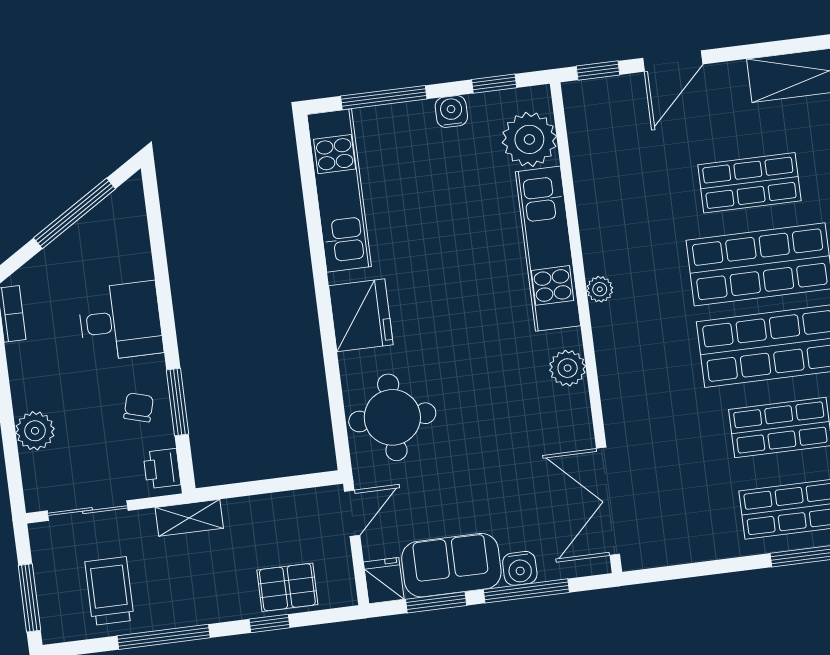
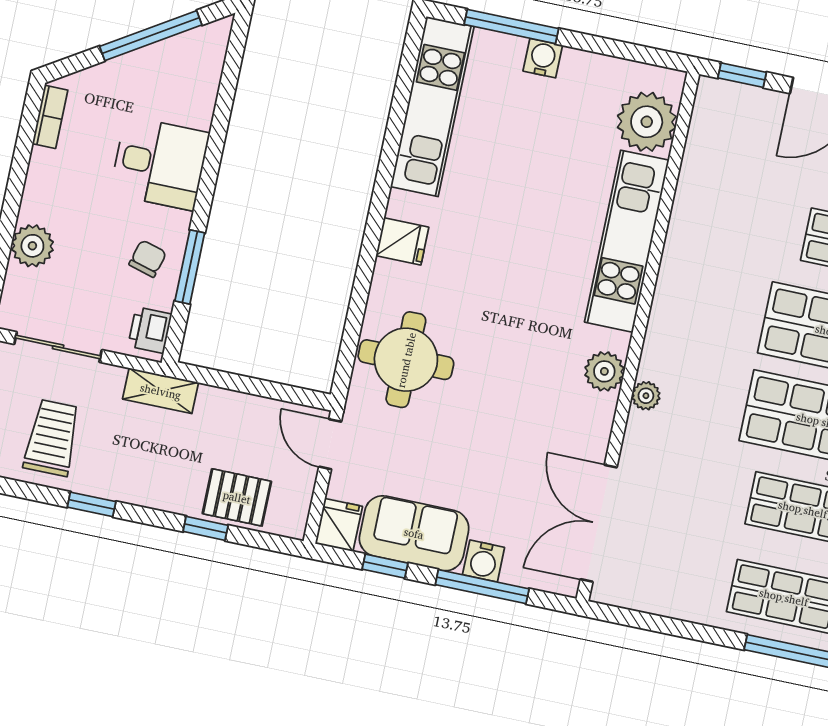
window: (494, 84) -> (630, 52), removed
water cooler: (451, 112) -> (543, 58), moved
plant: (600, 289) -> (646, 396), moved
fridge: (361, 315) -> (402, 241), width x0.53, depth x0.75
door: (352, 513) -> (330, 444), swing flipped
window: (436, 602) -> (385, 566), width x0.67
window: (164, 637) -> (92, 504), width x0.46

